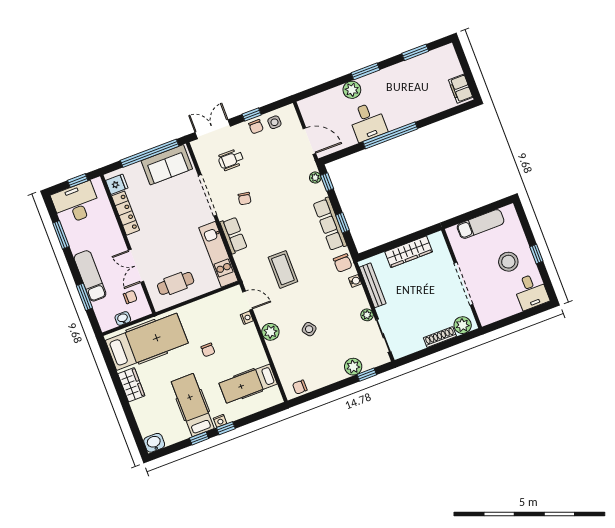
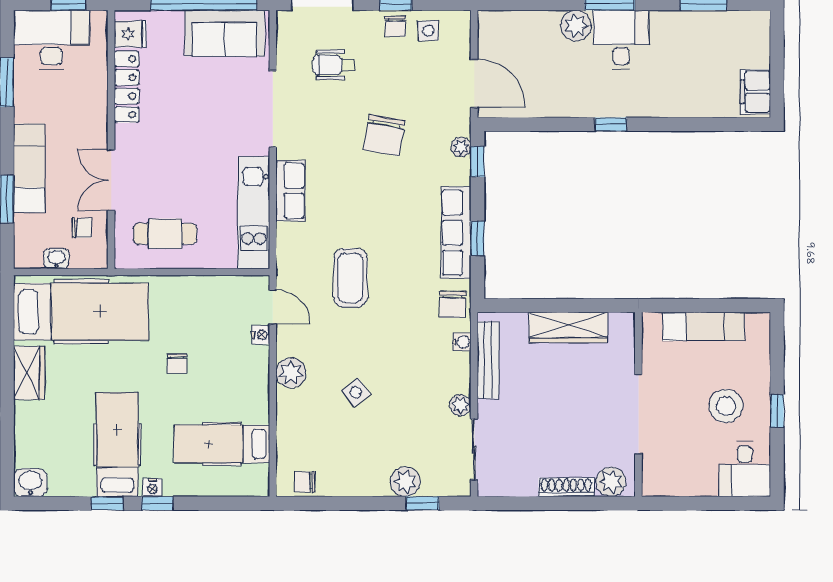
desk: (368, 122) -> (621, 40), moved, turned 180
window: (390, 135) -> (611, 124), width x0.32
chair: (245, 199) -> (384, 135), moved, width x1.87, depth x1.87

